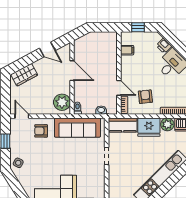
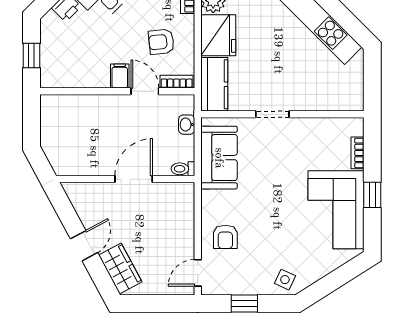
door: (47, 49) -> (84, 246), moved
filing cabinet: (127, 50) -> (120, 76), moved
door: (72, 71) -> (134, 179), moved
door: (119, 88) -> (145, 91), hinge flipped
plant: (62, 102) -> (172, 198), removed
sofa: (77, 128) -> (219, 158), width x0.73

